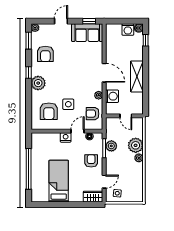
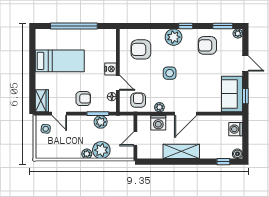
washing machine: (128, 30) -> (236, 129), moved
side table: (68, 104) -> (170, 73), moved

